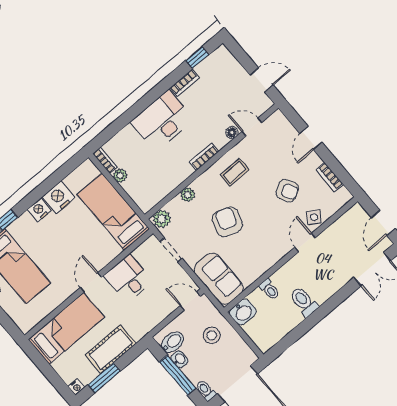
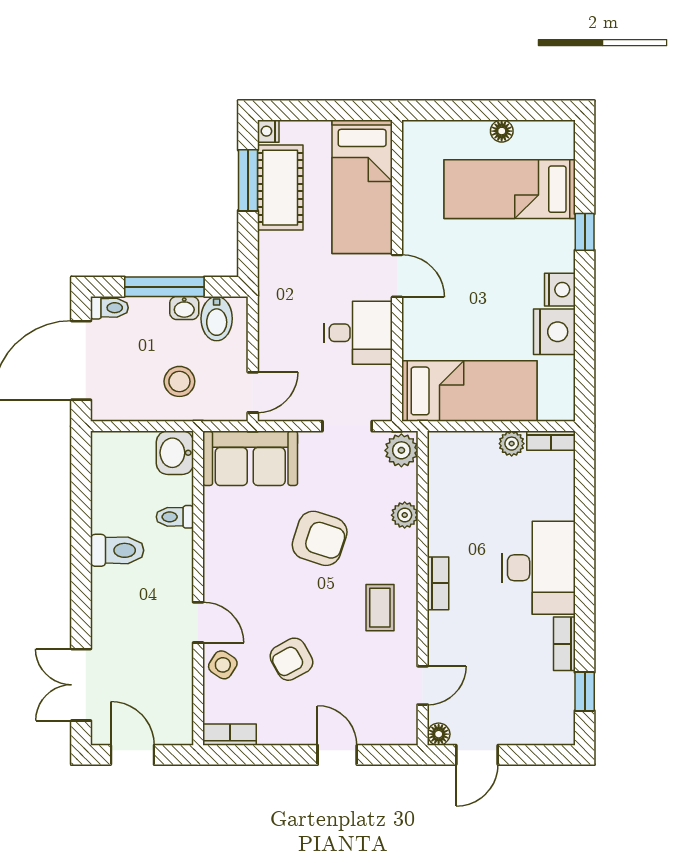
floor lamp: (232, 133) -> (439, 734), moved
bookcase: (330, 177) -> (230, 735), moved
cot: (111, 349) -> (280, 188), moved

